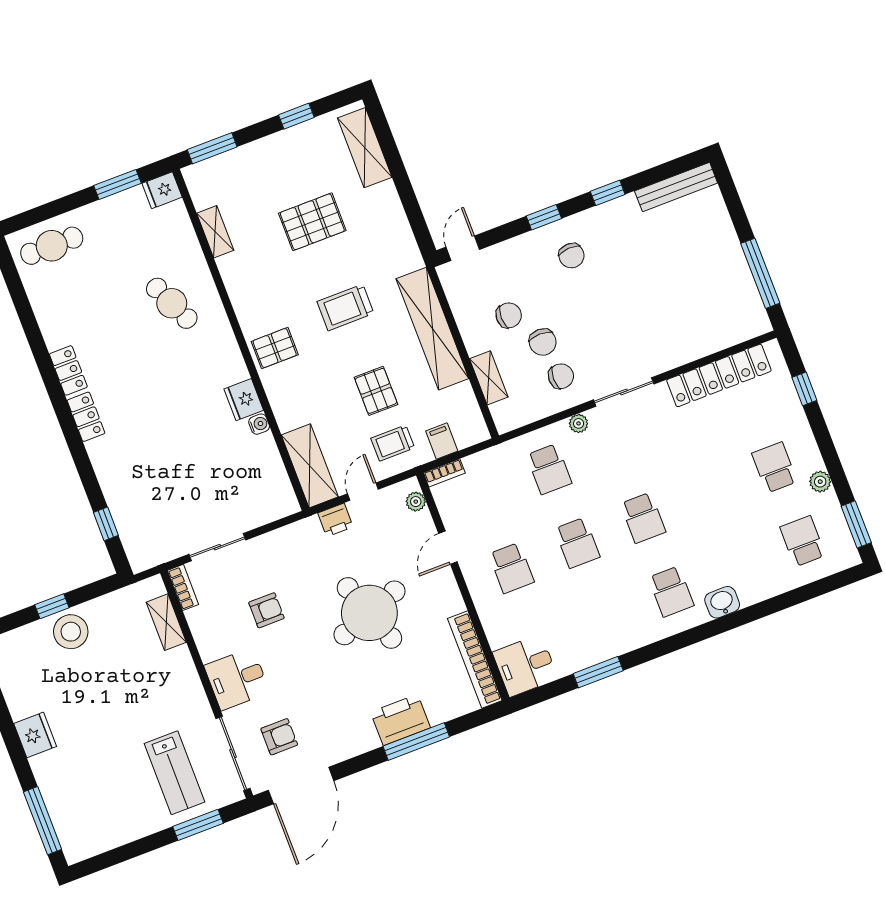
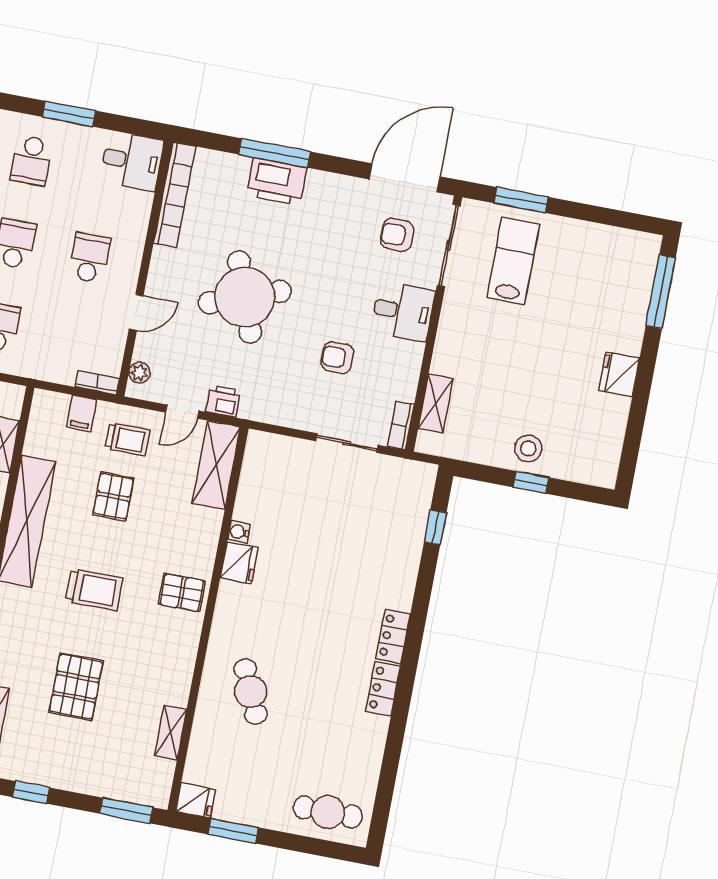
pallet: (312, 222) -> (76, 687), turned 90
school desk: (605, 617) -> (31, 160), added
stool: (71, 632) -> (528, 448), width x0.73, depth x0.73

